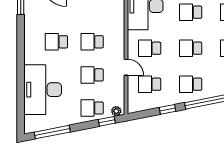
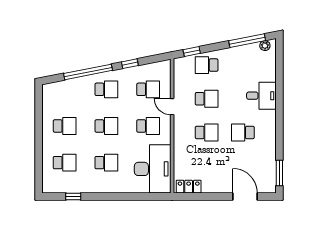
school desk: (56, 42) -> (243, 132), turned 180
desk: (43, 90) -> (261, 96), width x0.53, depth x0.77
school desk: (92, 108) -> (207, 65), turned 180
plant: (116, 111) -> (265, 46), moved

